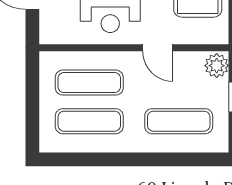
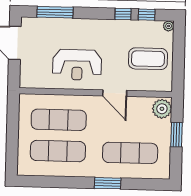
window: (152, 159) -> (108, 183), added

